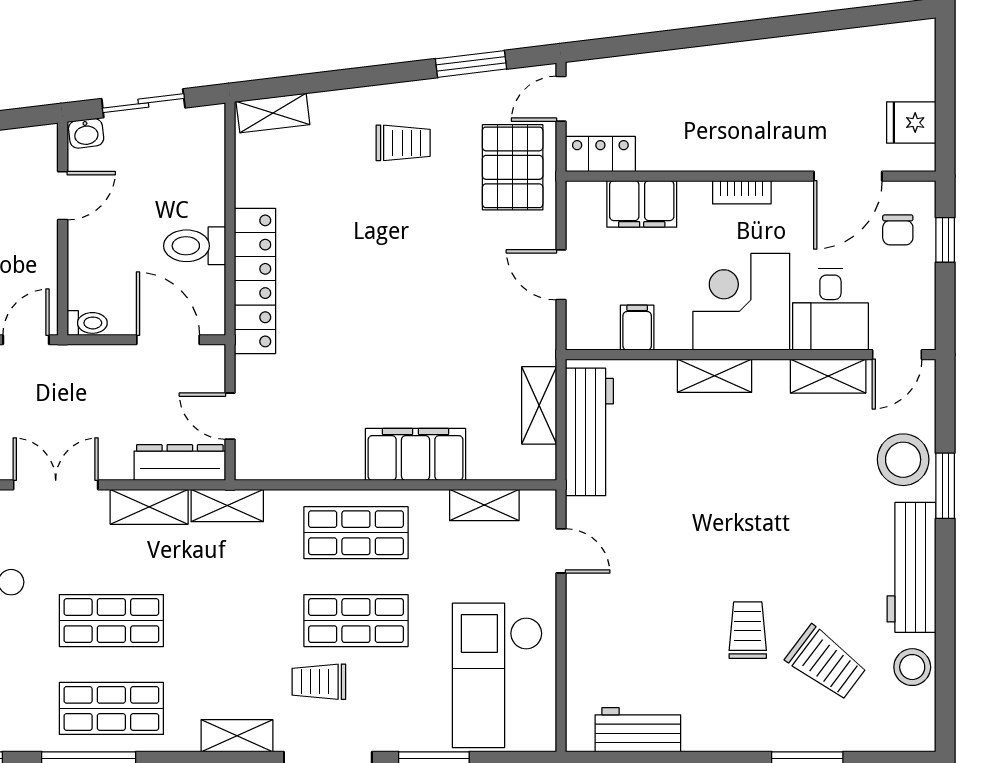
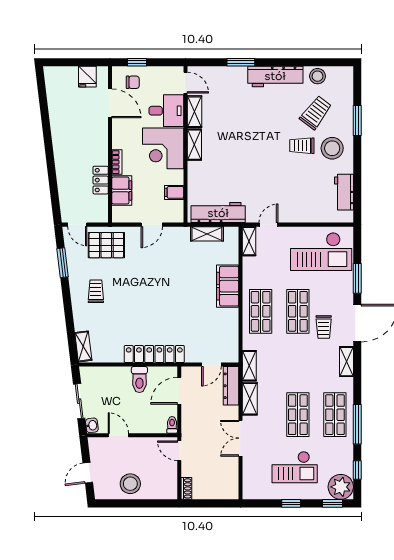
locker: (600, 154) -> (101, 180), moved
bookcase: (742, 192) -> (117, 162), moved
shelving: (715, 376) -> (194, 145), moved
stool: (903, 460) -> (332, 148), moved
shelving: (484, 505) -> (249, 241), moved

